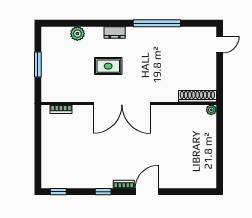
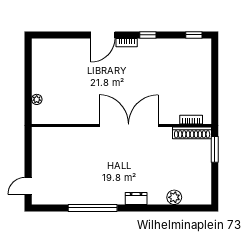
window: (38, 64) -> (215, 149), moved
rug: (108, 66) -> (143, 164), removed
shoe rack: (197, 96) -> (192, 133), moved
plant: (211, 110) -> (37, 99), moved

